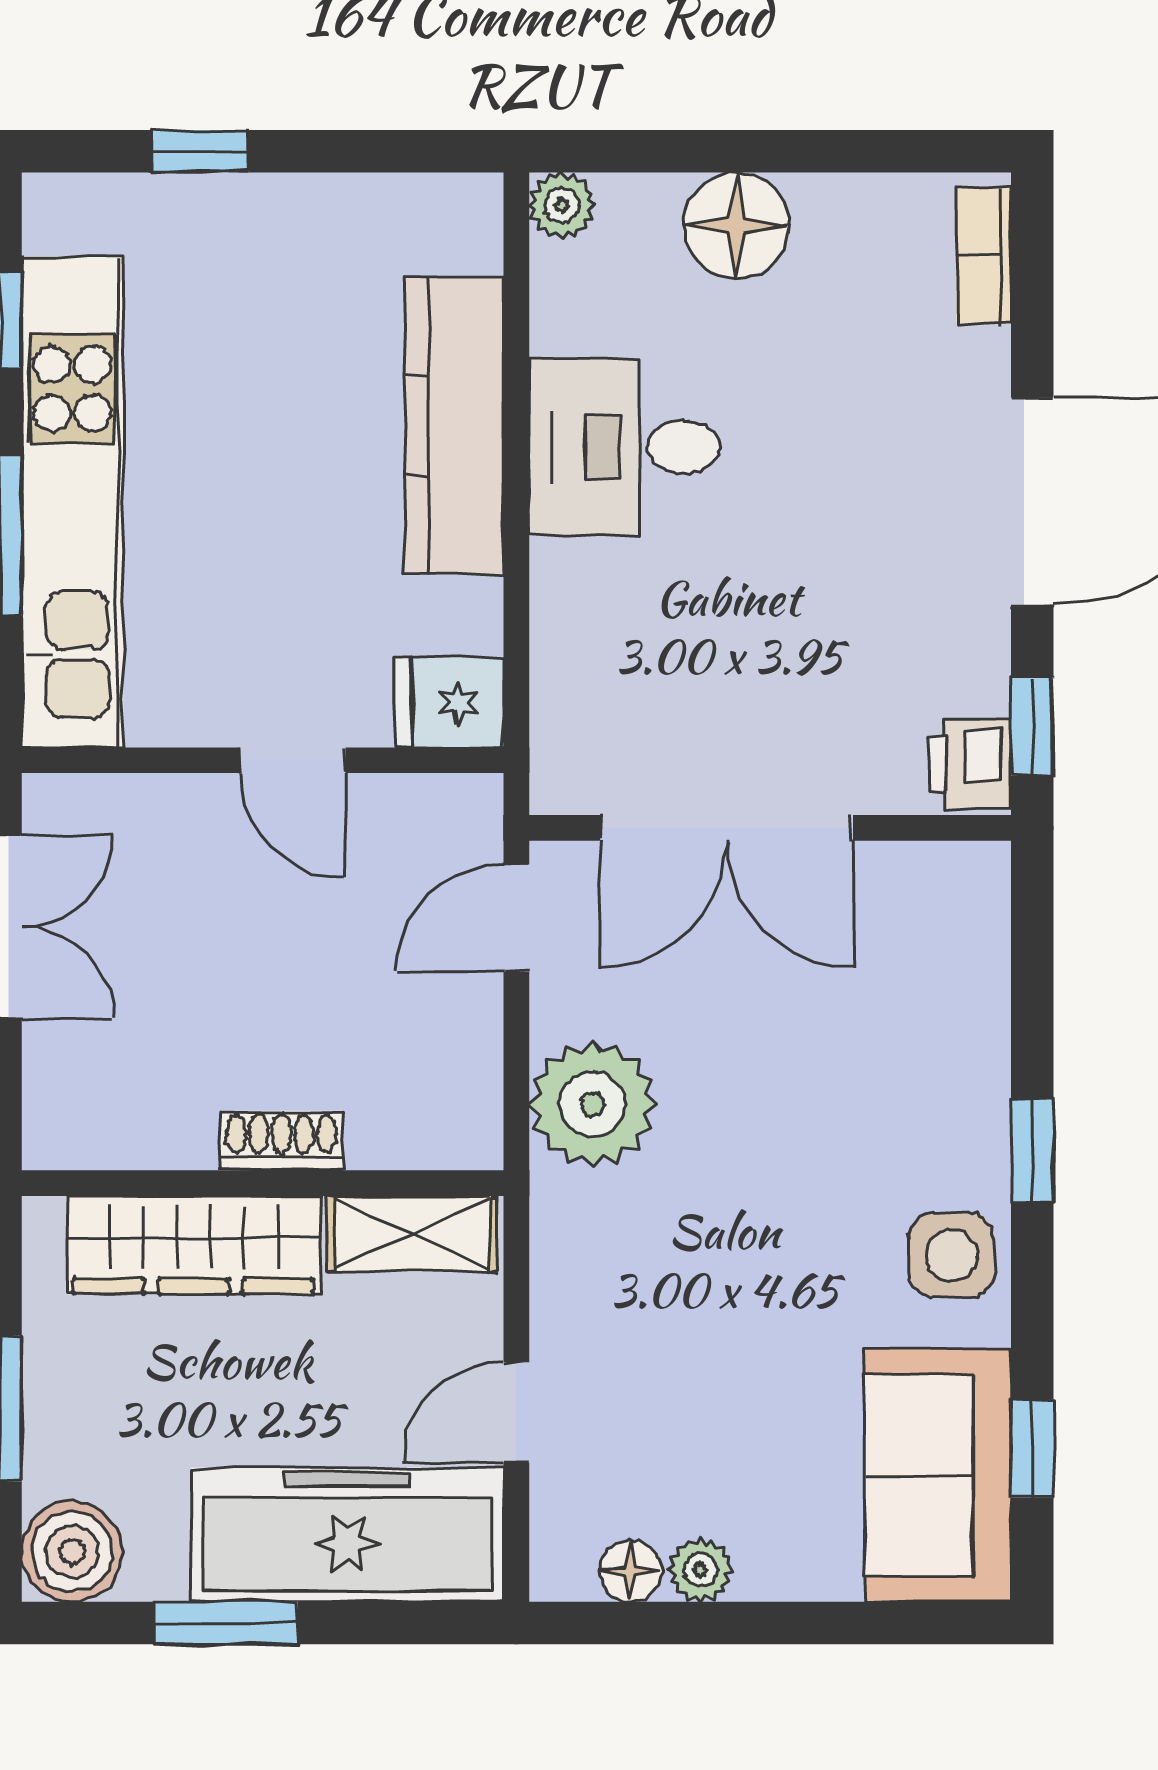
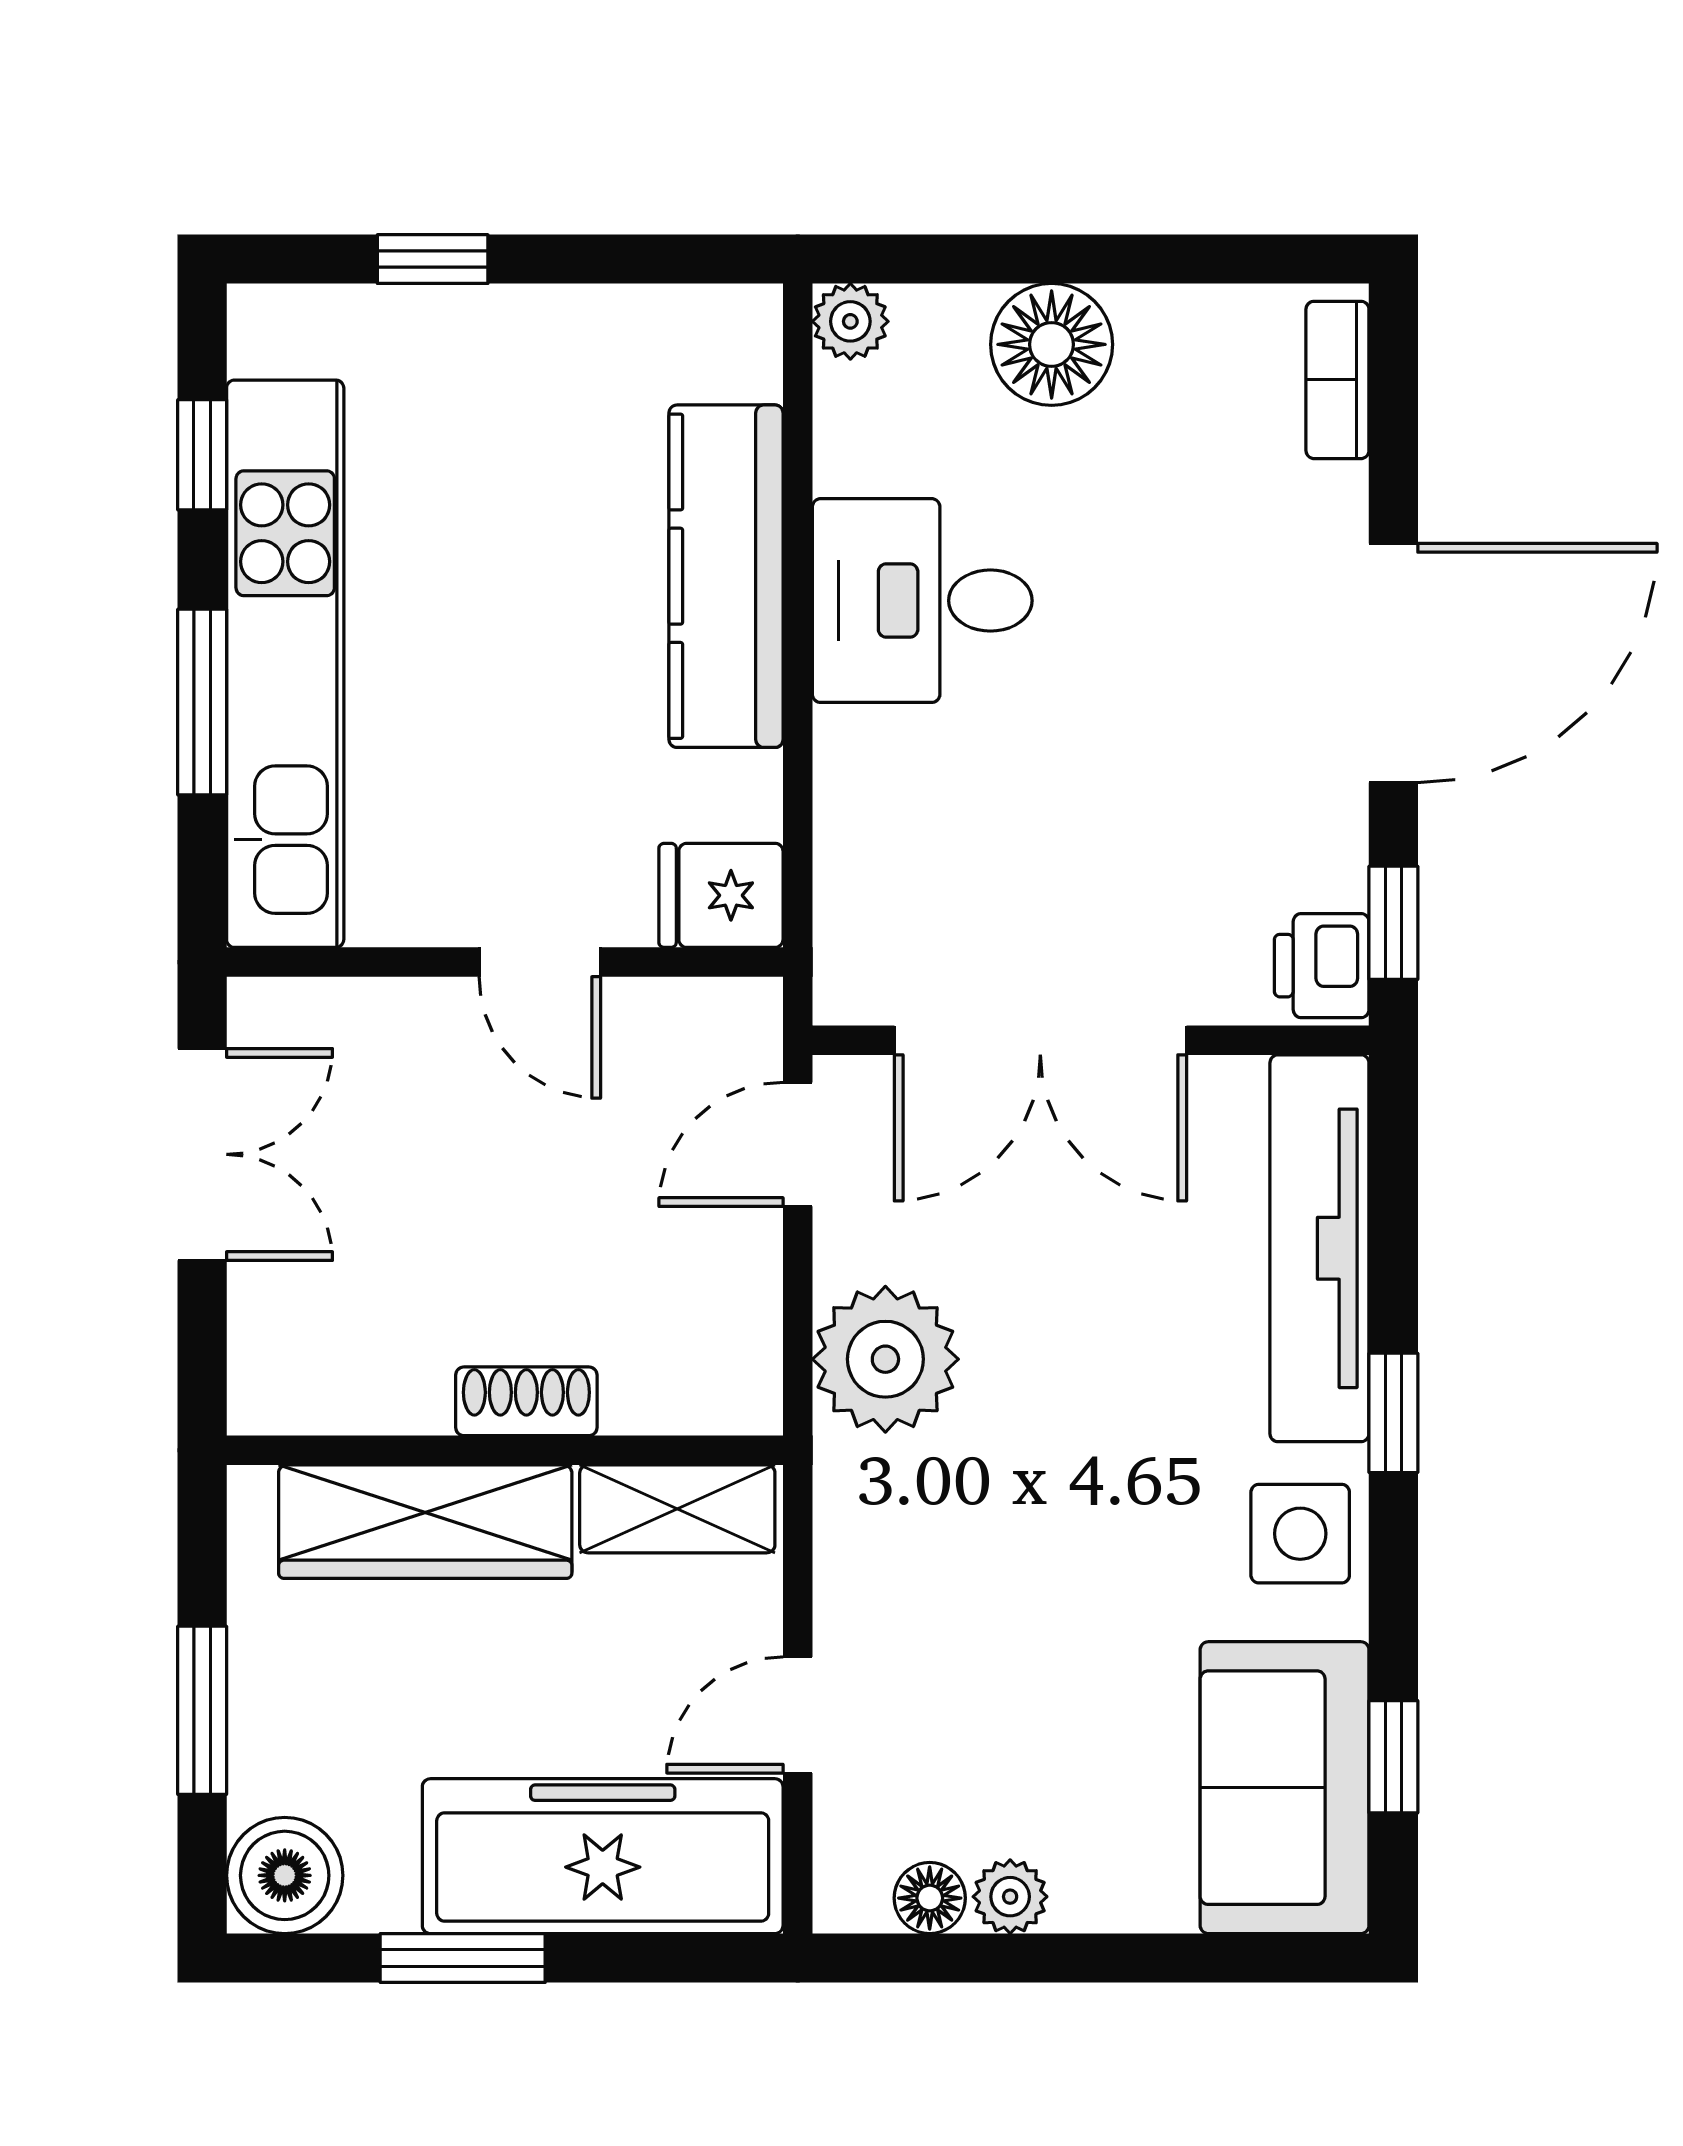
tv unit: (968, 1008) -> (1319, 1248), added

